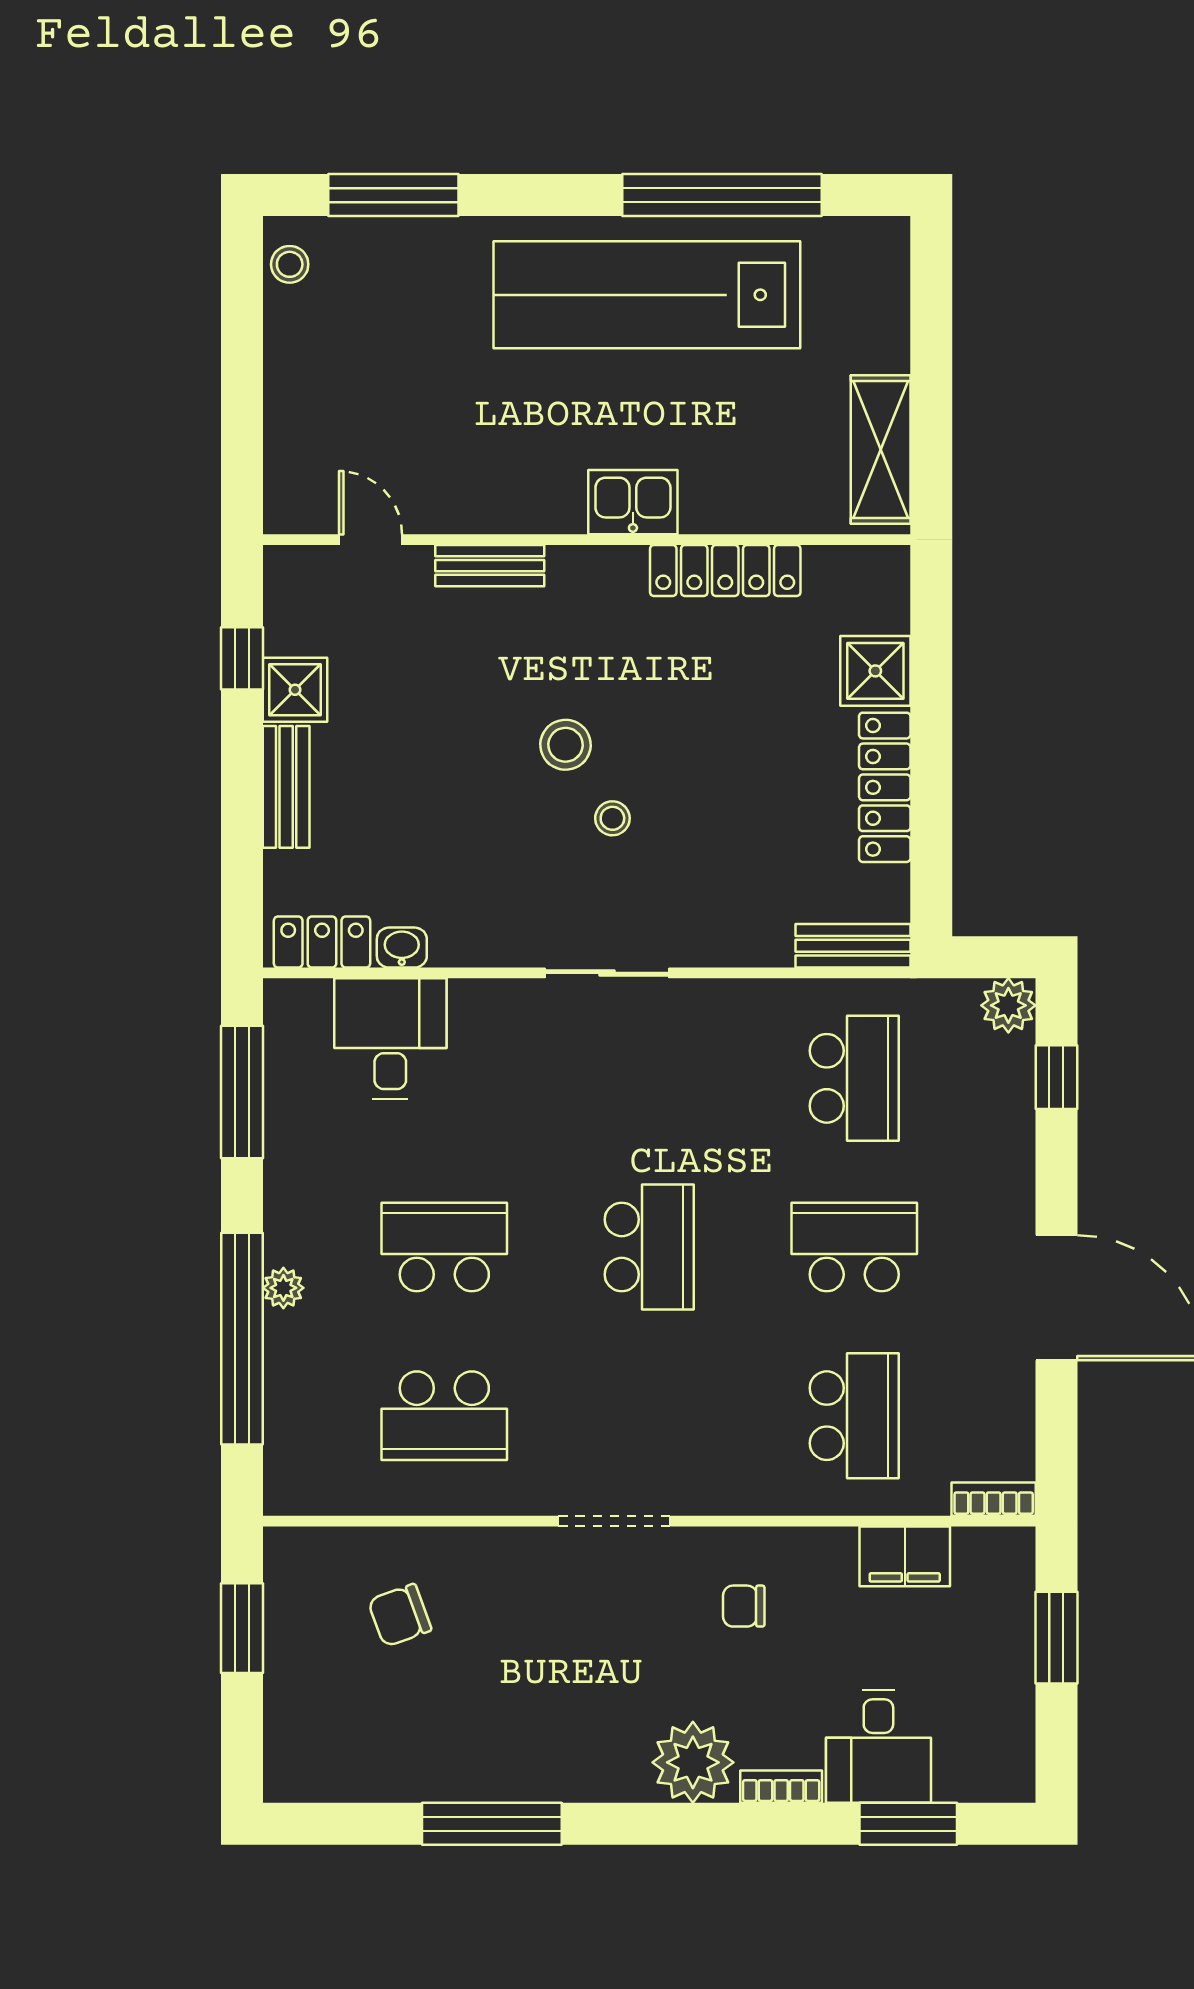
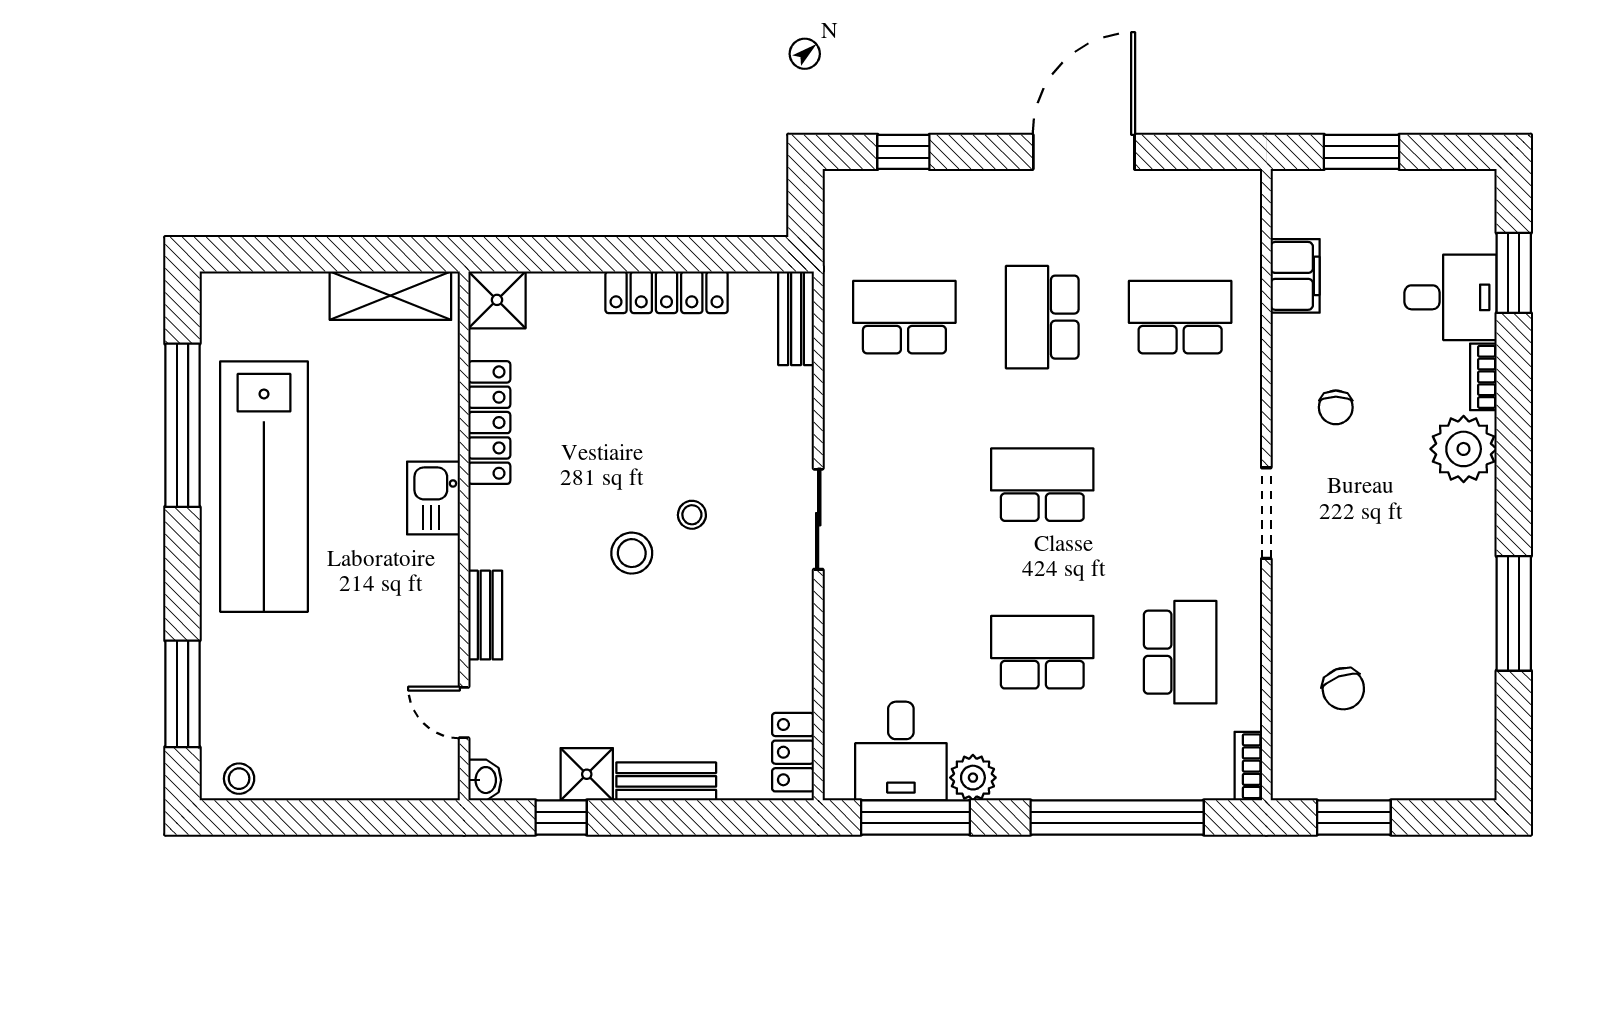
door: (371, 540) -> (464, 712), hinge flipped
shower: (875, 671) -> (497, 300), moved
washbasin: (402, 948) -> (485, 780), moved, turned 180
plant: (1008, 1005) -> (845, 191), removed
desk: (390, 1039) -> (901, 751), moved, turned -90
school desk: (444, 1247) -> (1042, 652), turned 90
plant: (283, 1288) -> (973, 778), moved, width x1.38, depth x1.38
bookcase: (994, 1499) -> (1248, 766), moved

